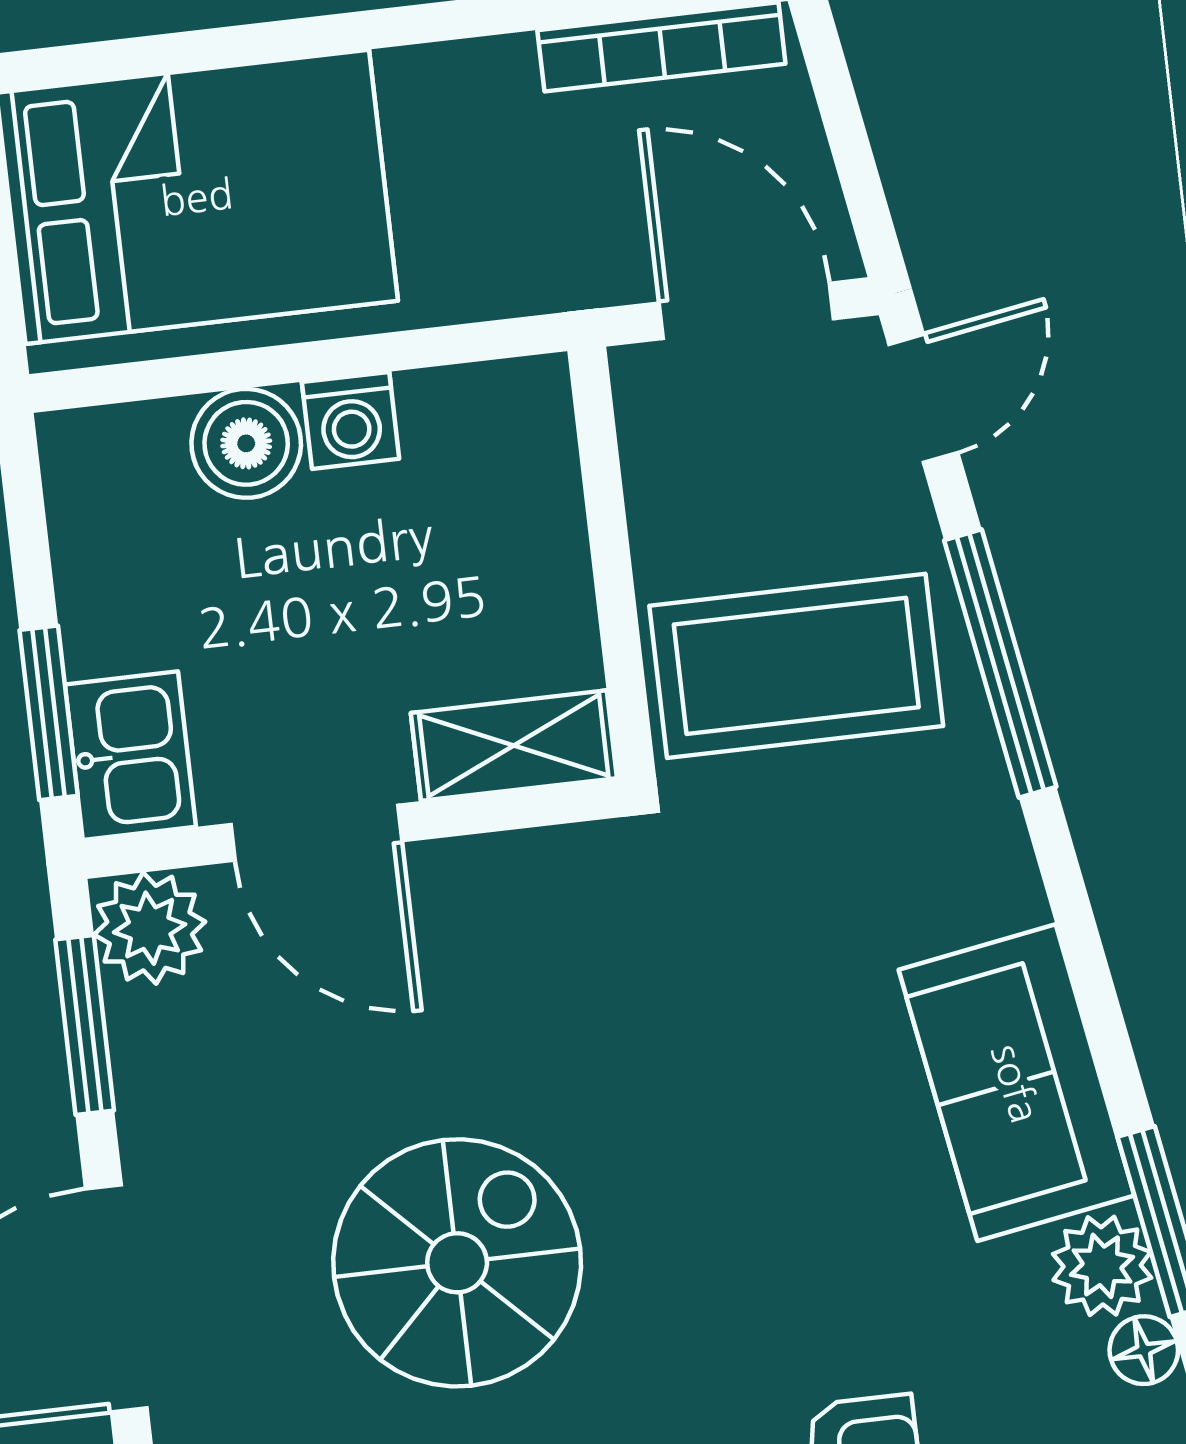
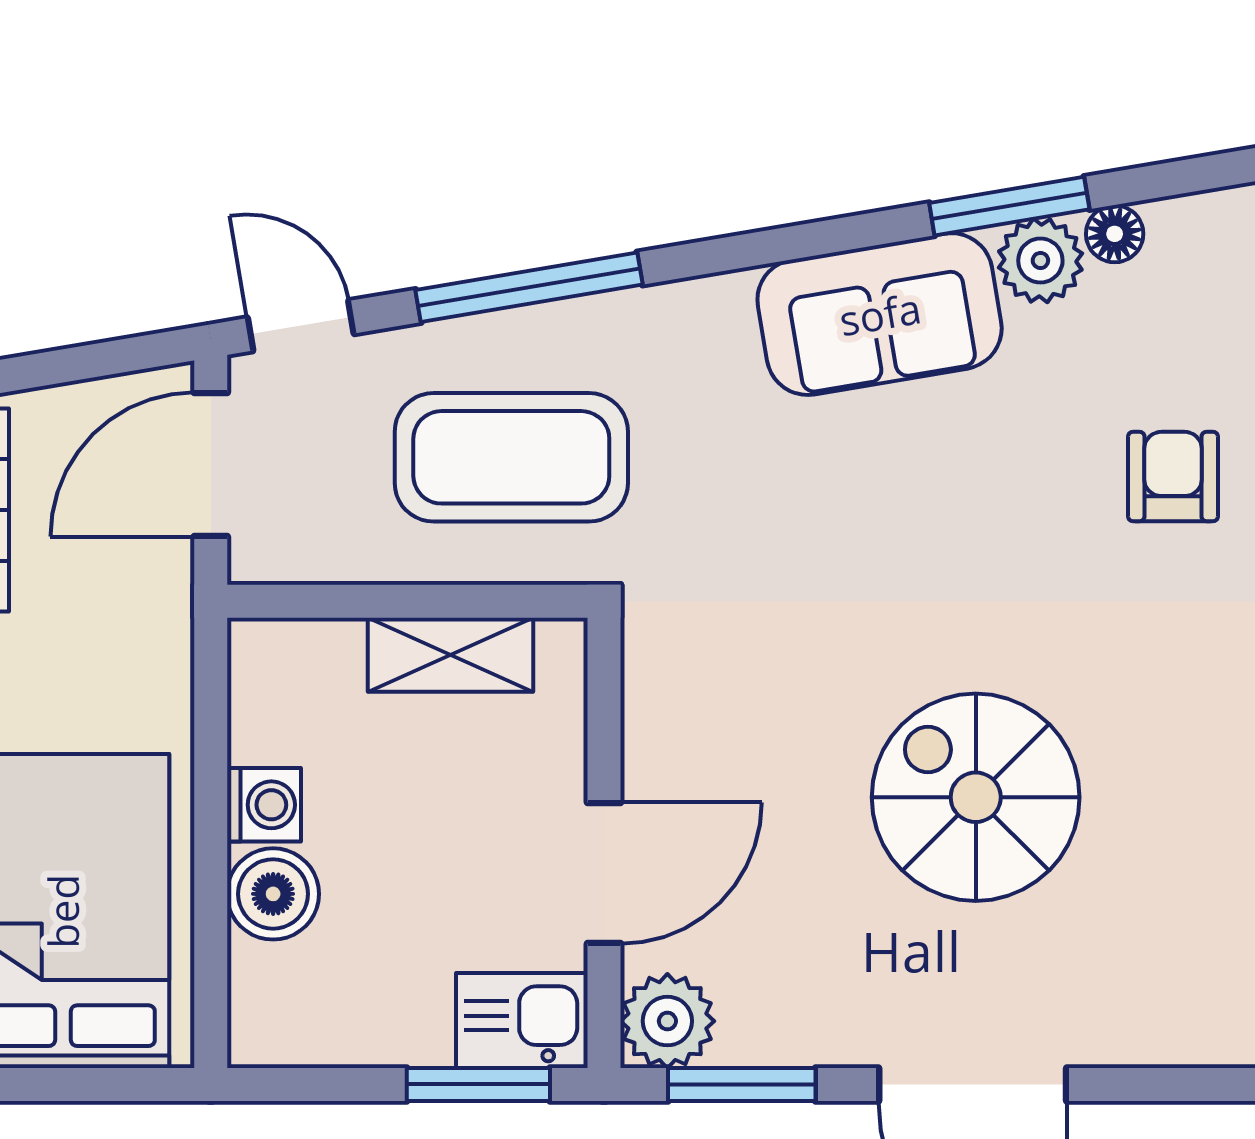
coffee table: (796, 666) -> (511, 457), turned 90
shelving: (514, 746) -> (451, 655), moved, turned 90

